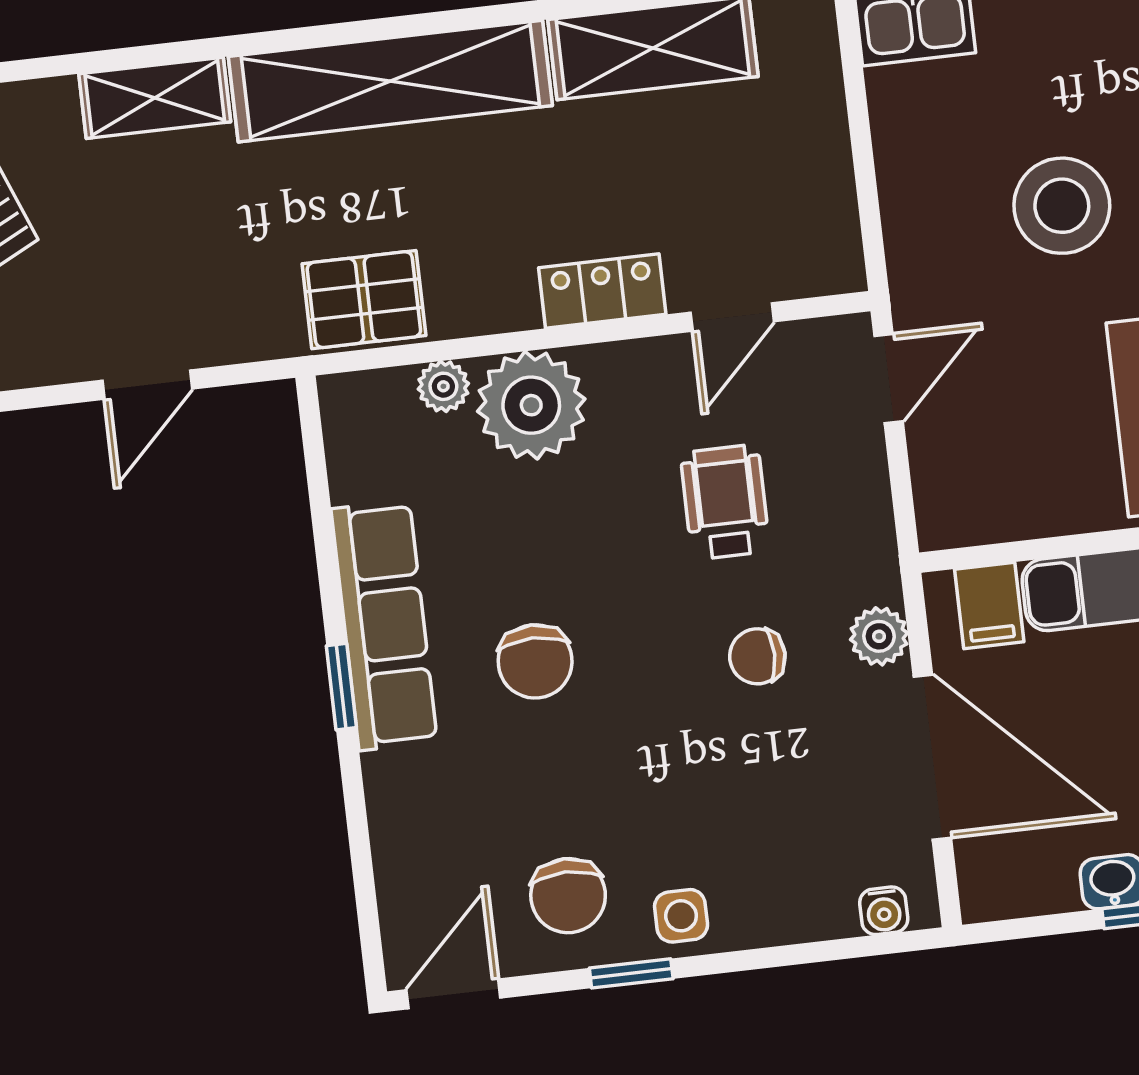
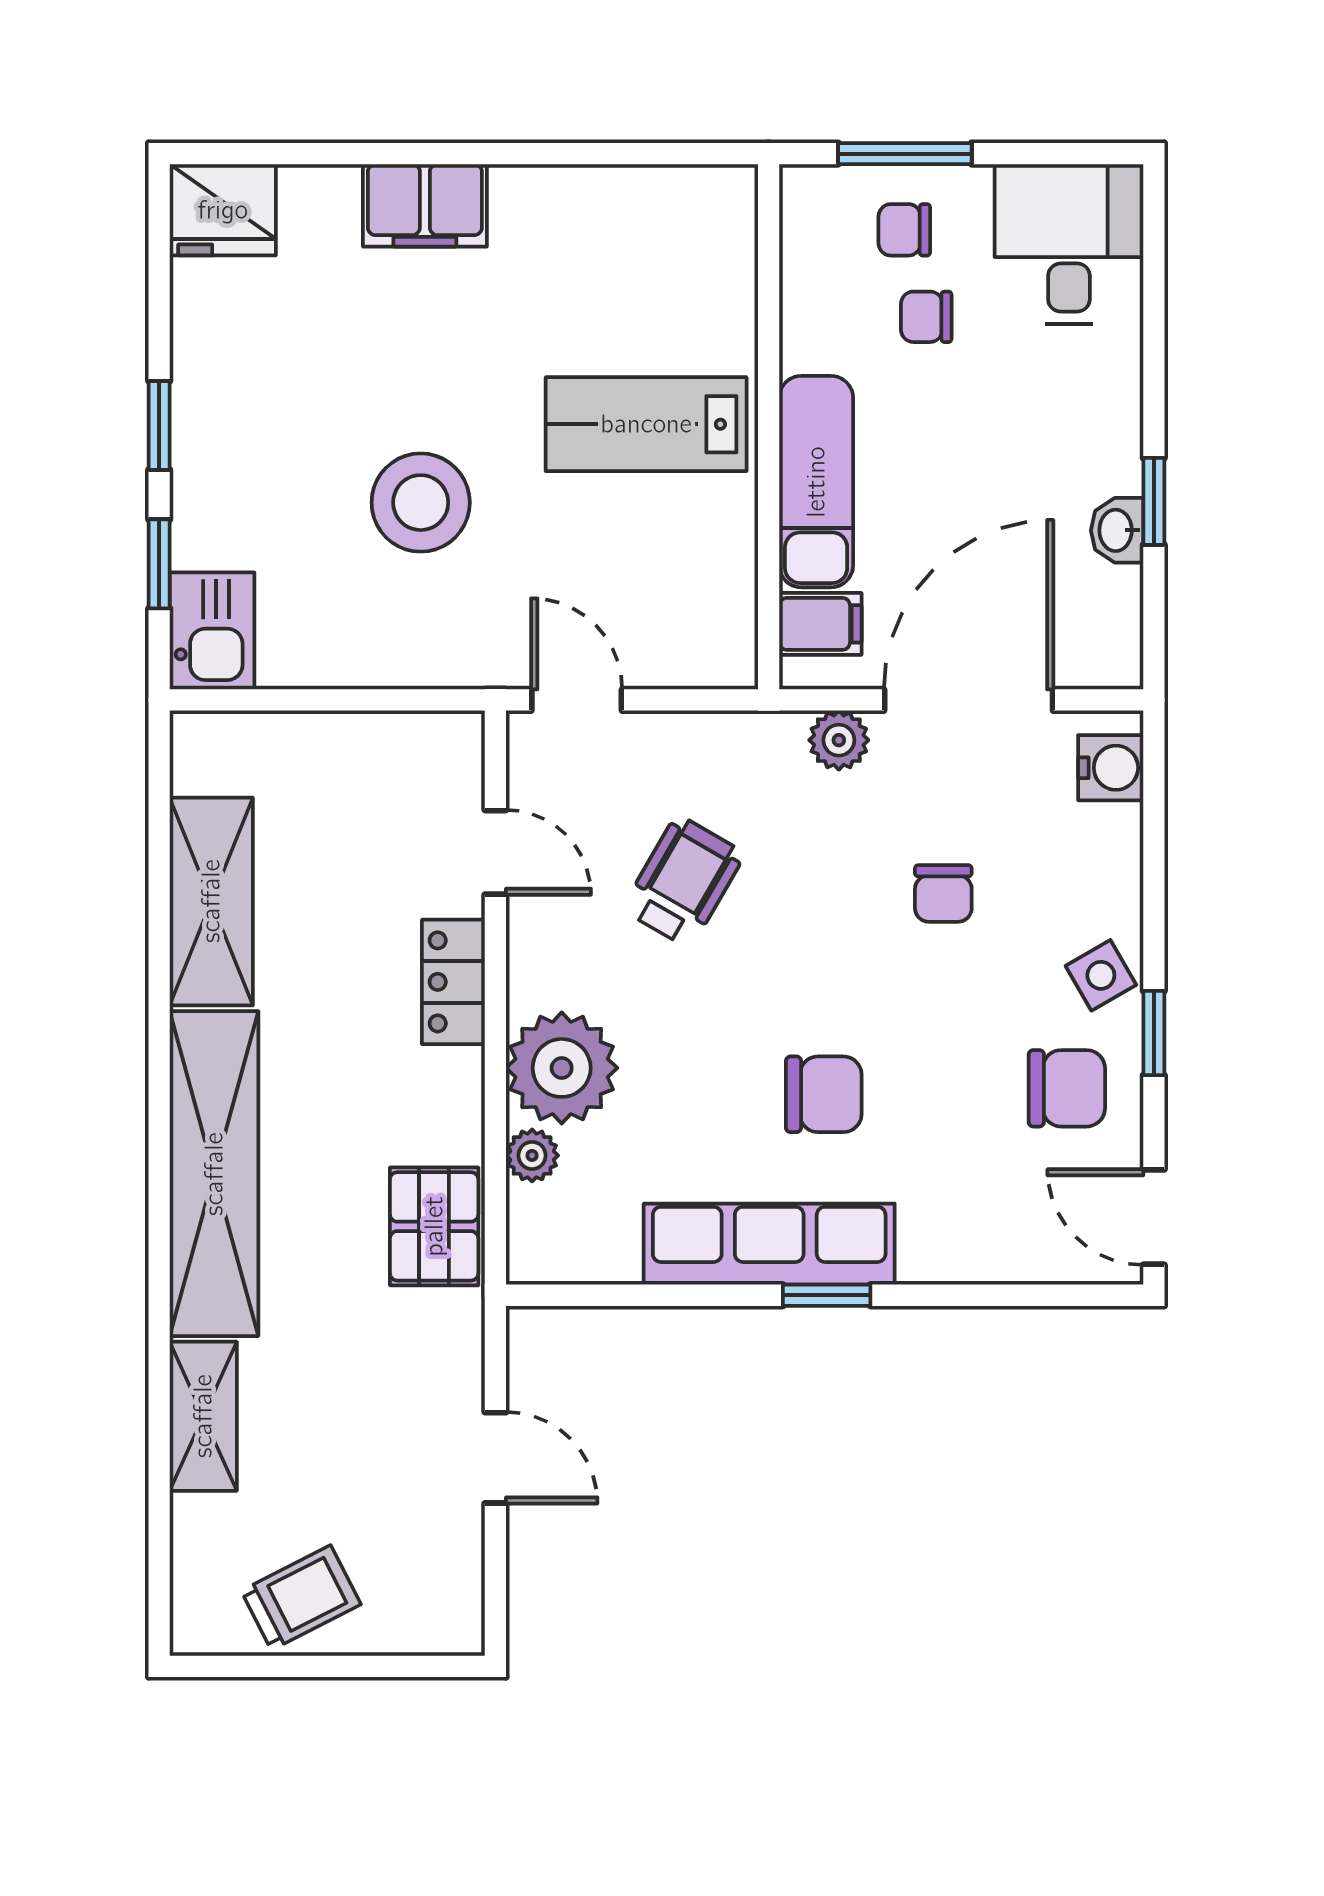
wheelchair: (725, 502) -> (683, 881), turned 120
chair: (757, 656) -> (943, 893), moved
water cooler: (884, 911) -> (1111, 768), width x1.38, depth x1.38
side table: (681, 916) -> (1101, 975), turned -30

